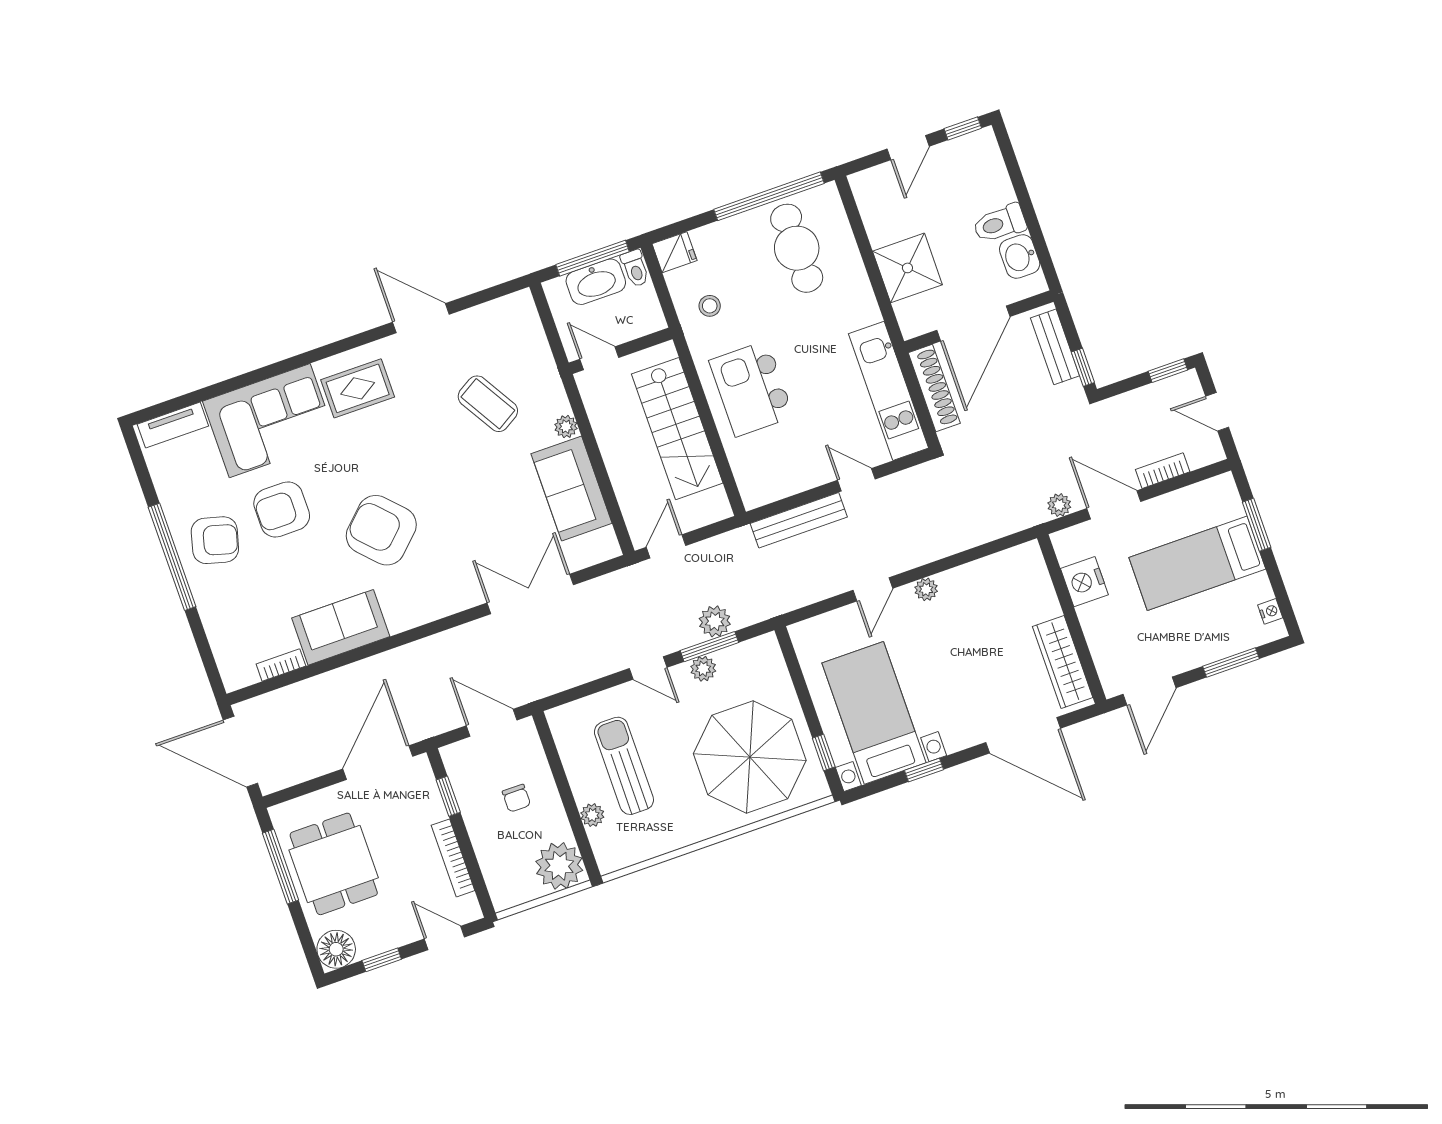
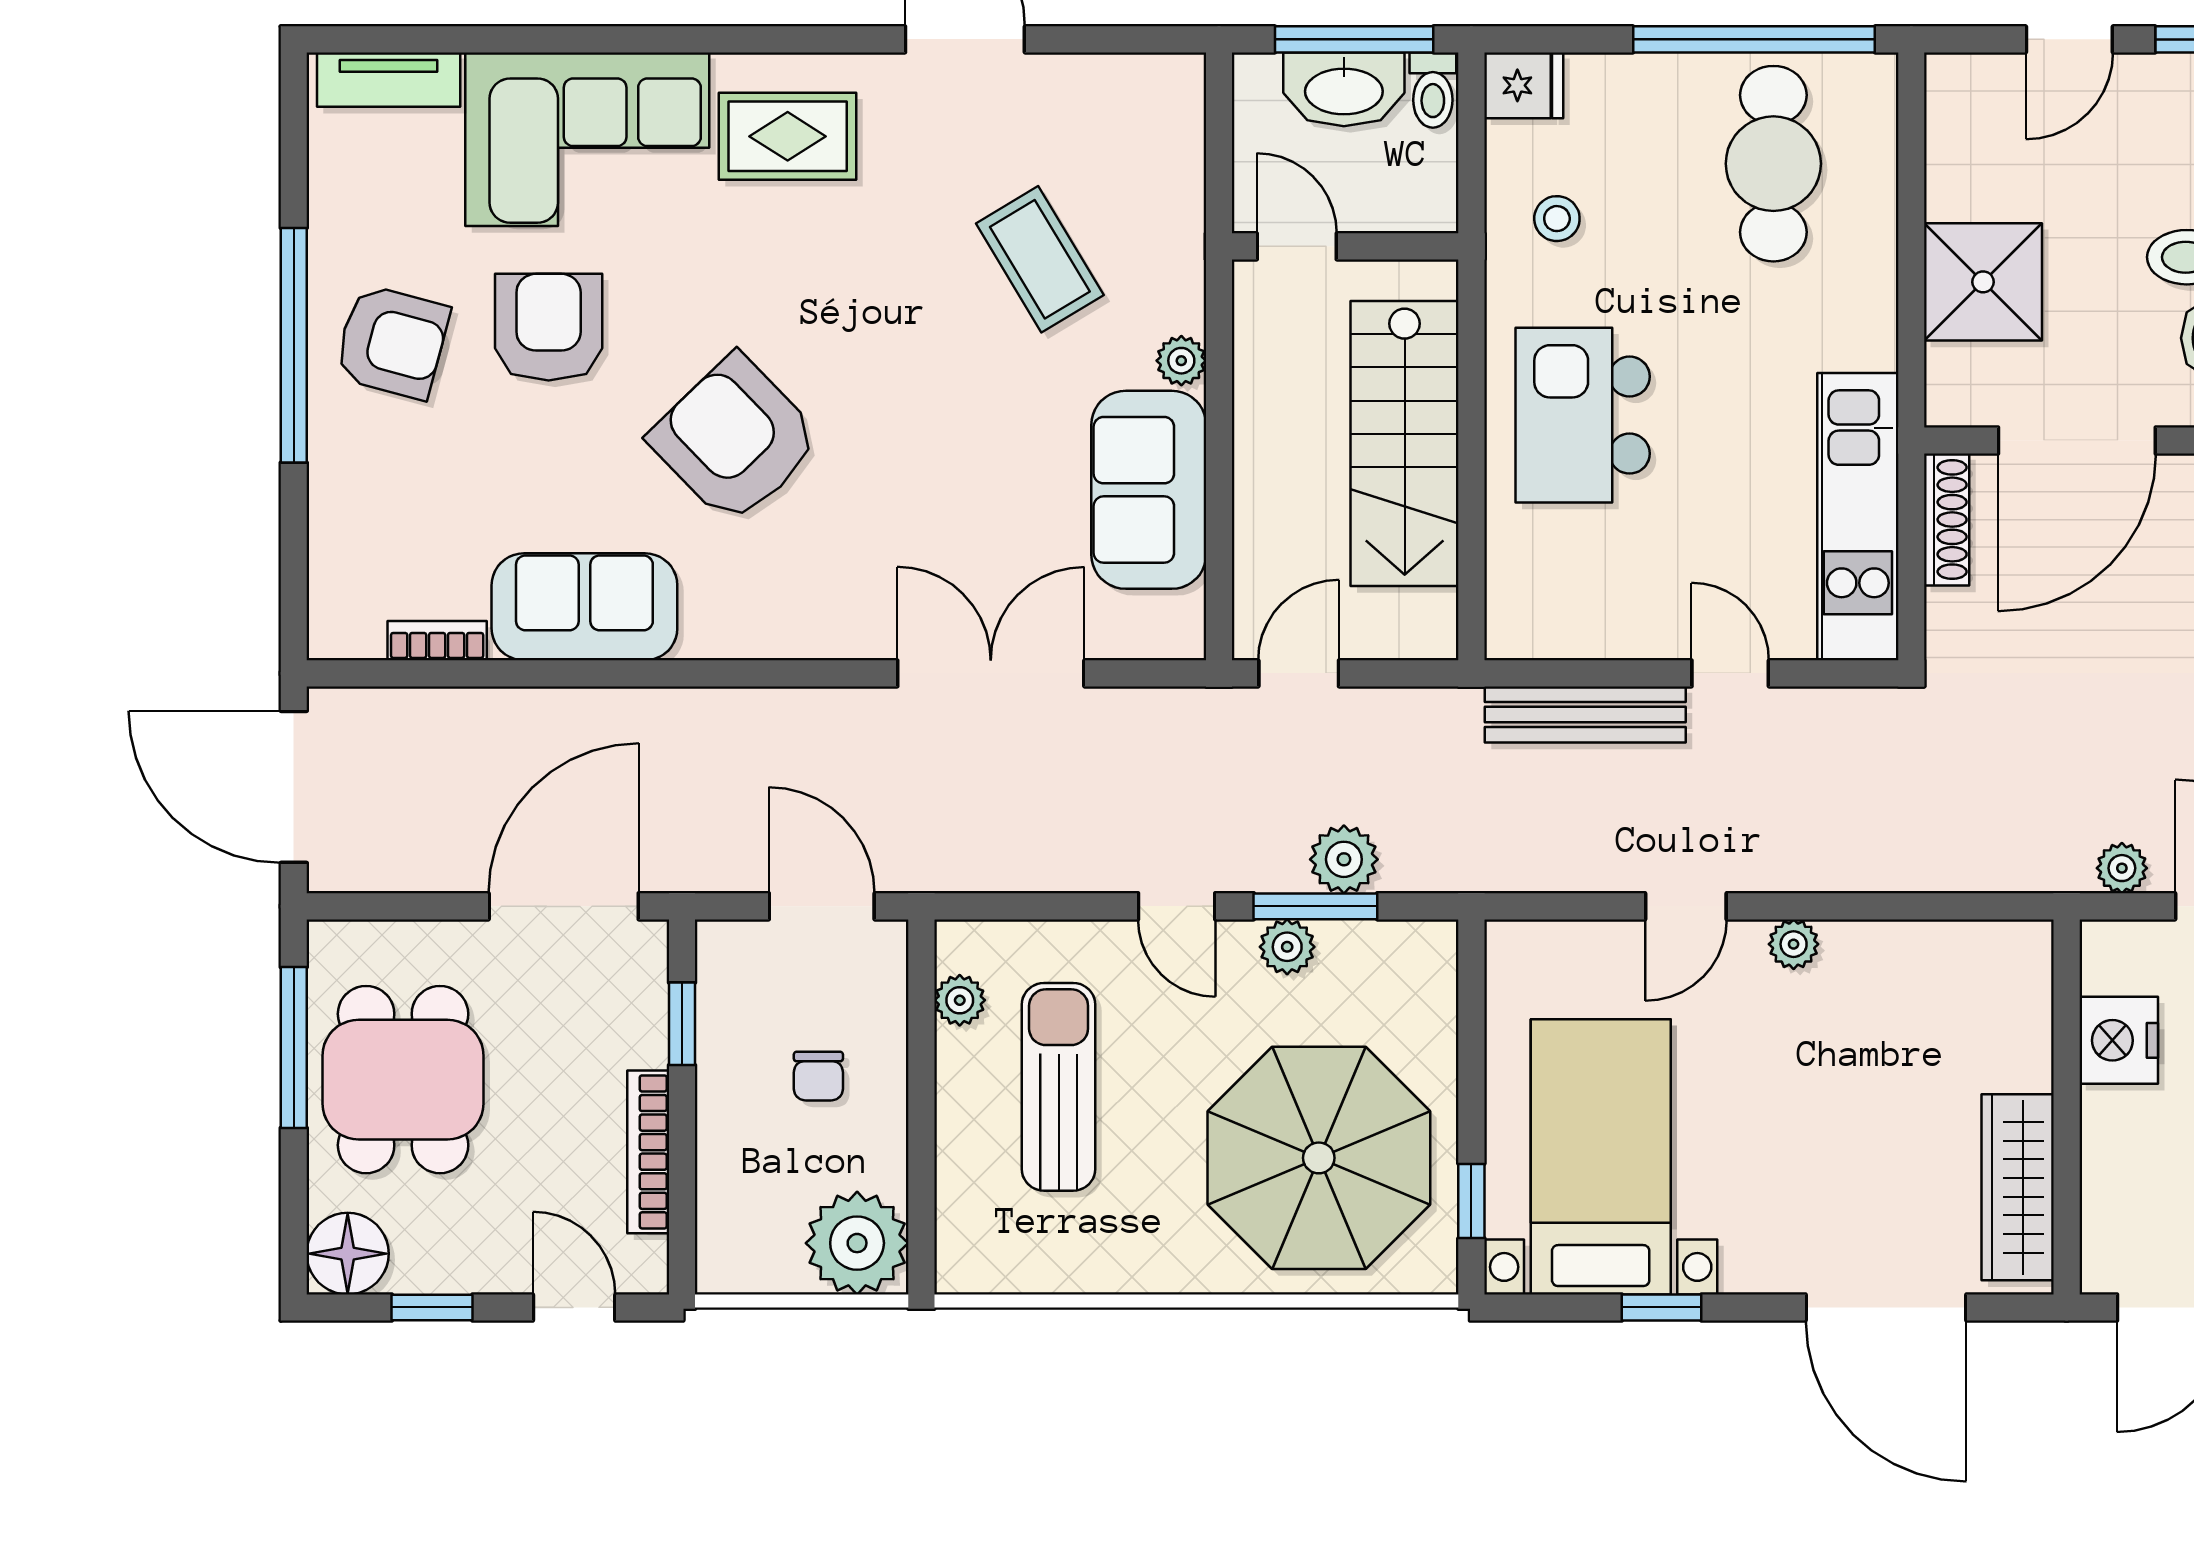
shoe rack: (934, 388) -> (1947, 520), width x0.74, depth x0.81
armchair: (282, 509) -> (549, 327), turned 90
plant: (592, 815) -> (960, 1000), moved

